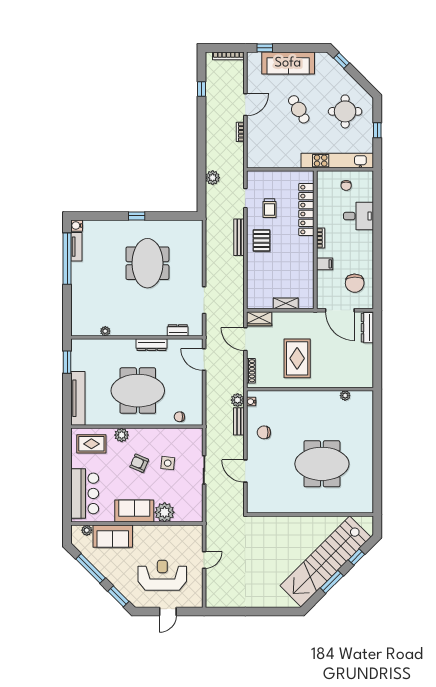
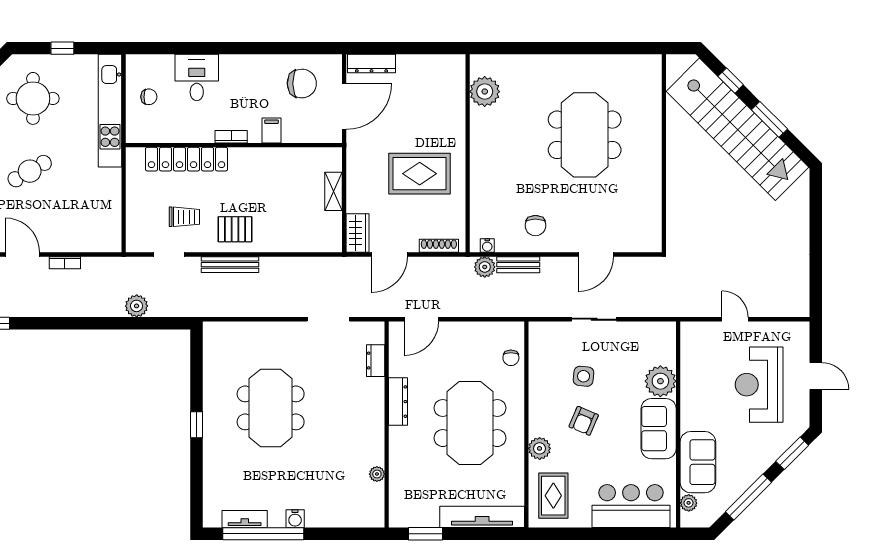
water cooler: (77, 226) -> (295, 519), moved
meeting table: (147, 263) -> (271, 408), turned 90
plant: (345, 396) -> (485, 92), width x1.88, depth x1.88

